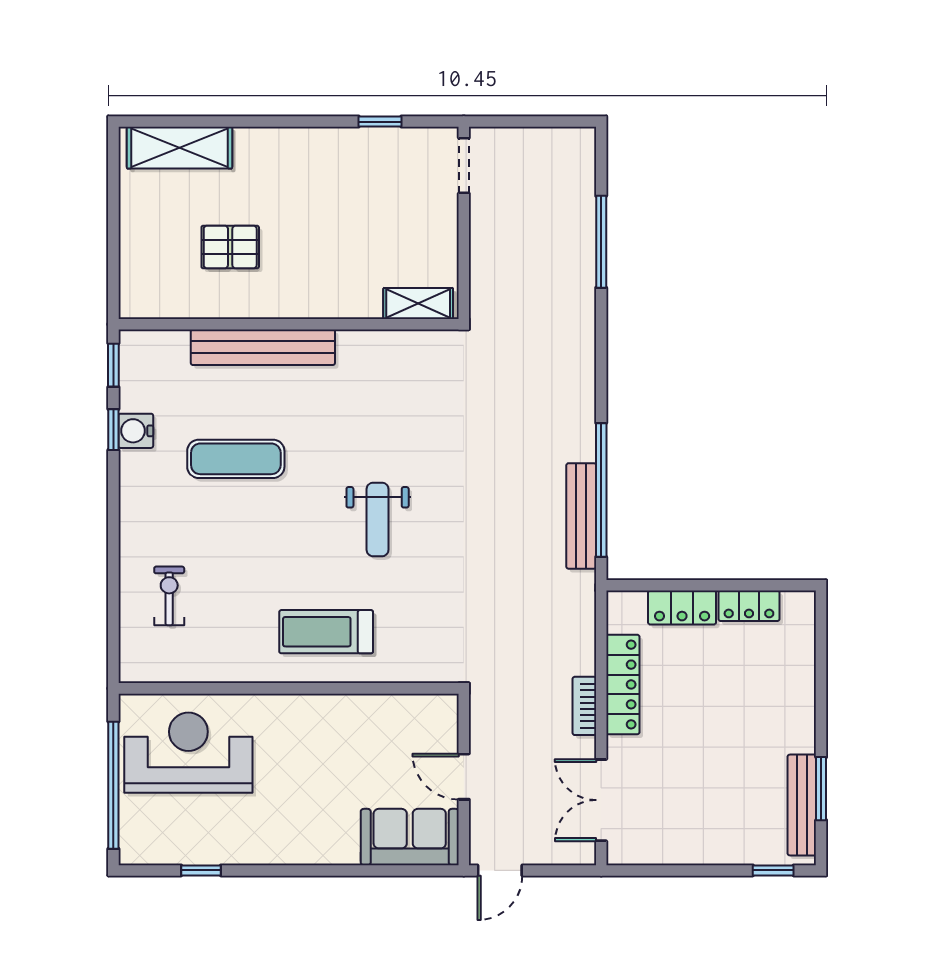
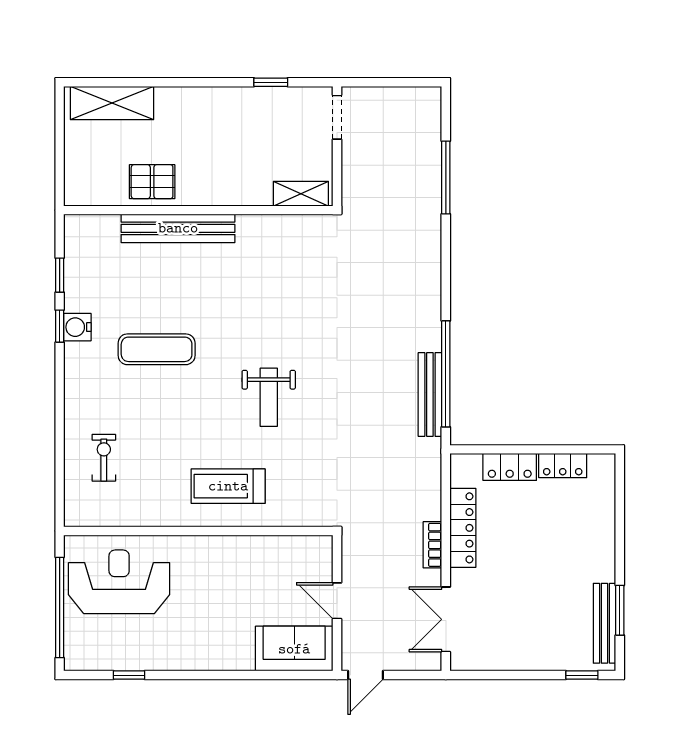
shelving: (418, 303) -> (301, 194), moved
wall: (289, 324) -> (198, 210), moved
bench: (263, 347) -> (178, 228), moved

